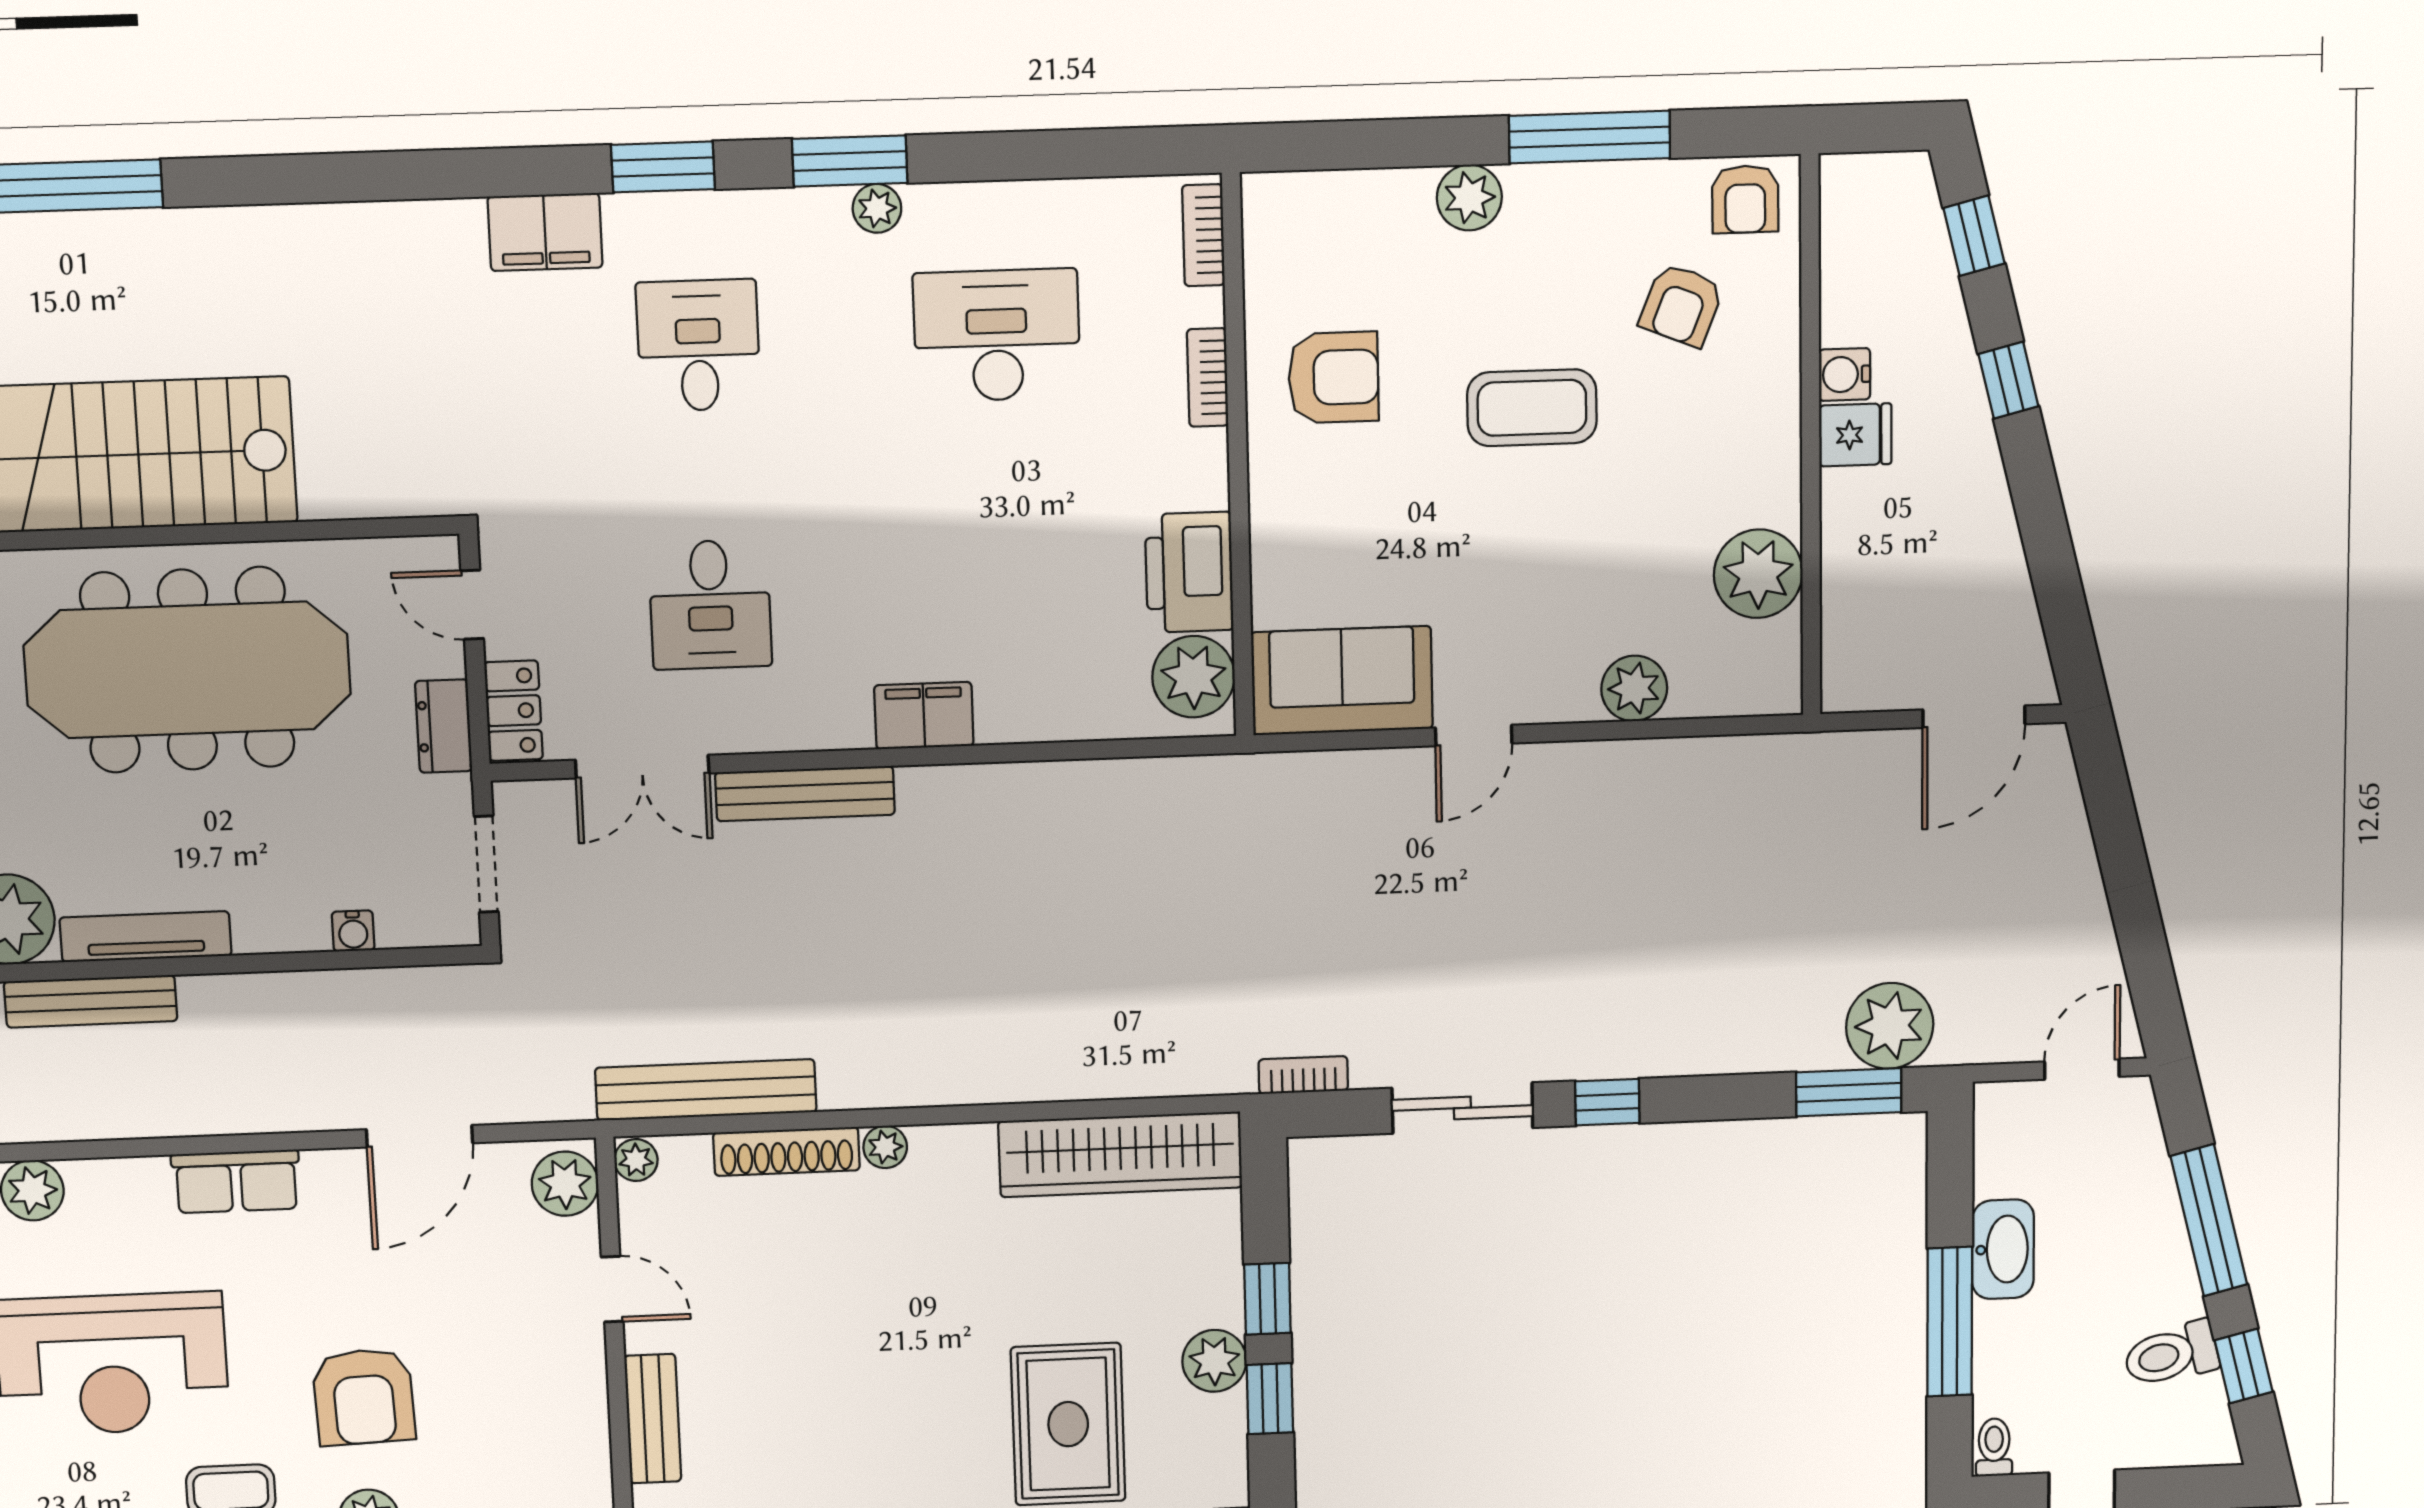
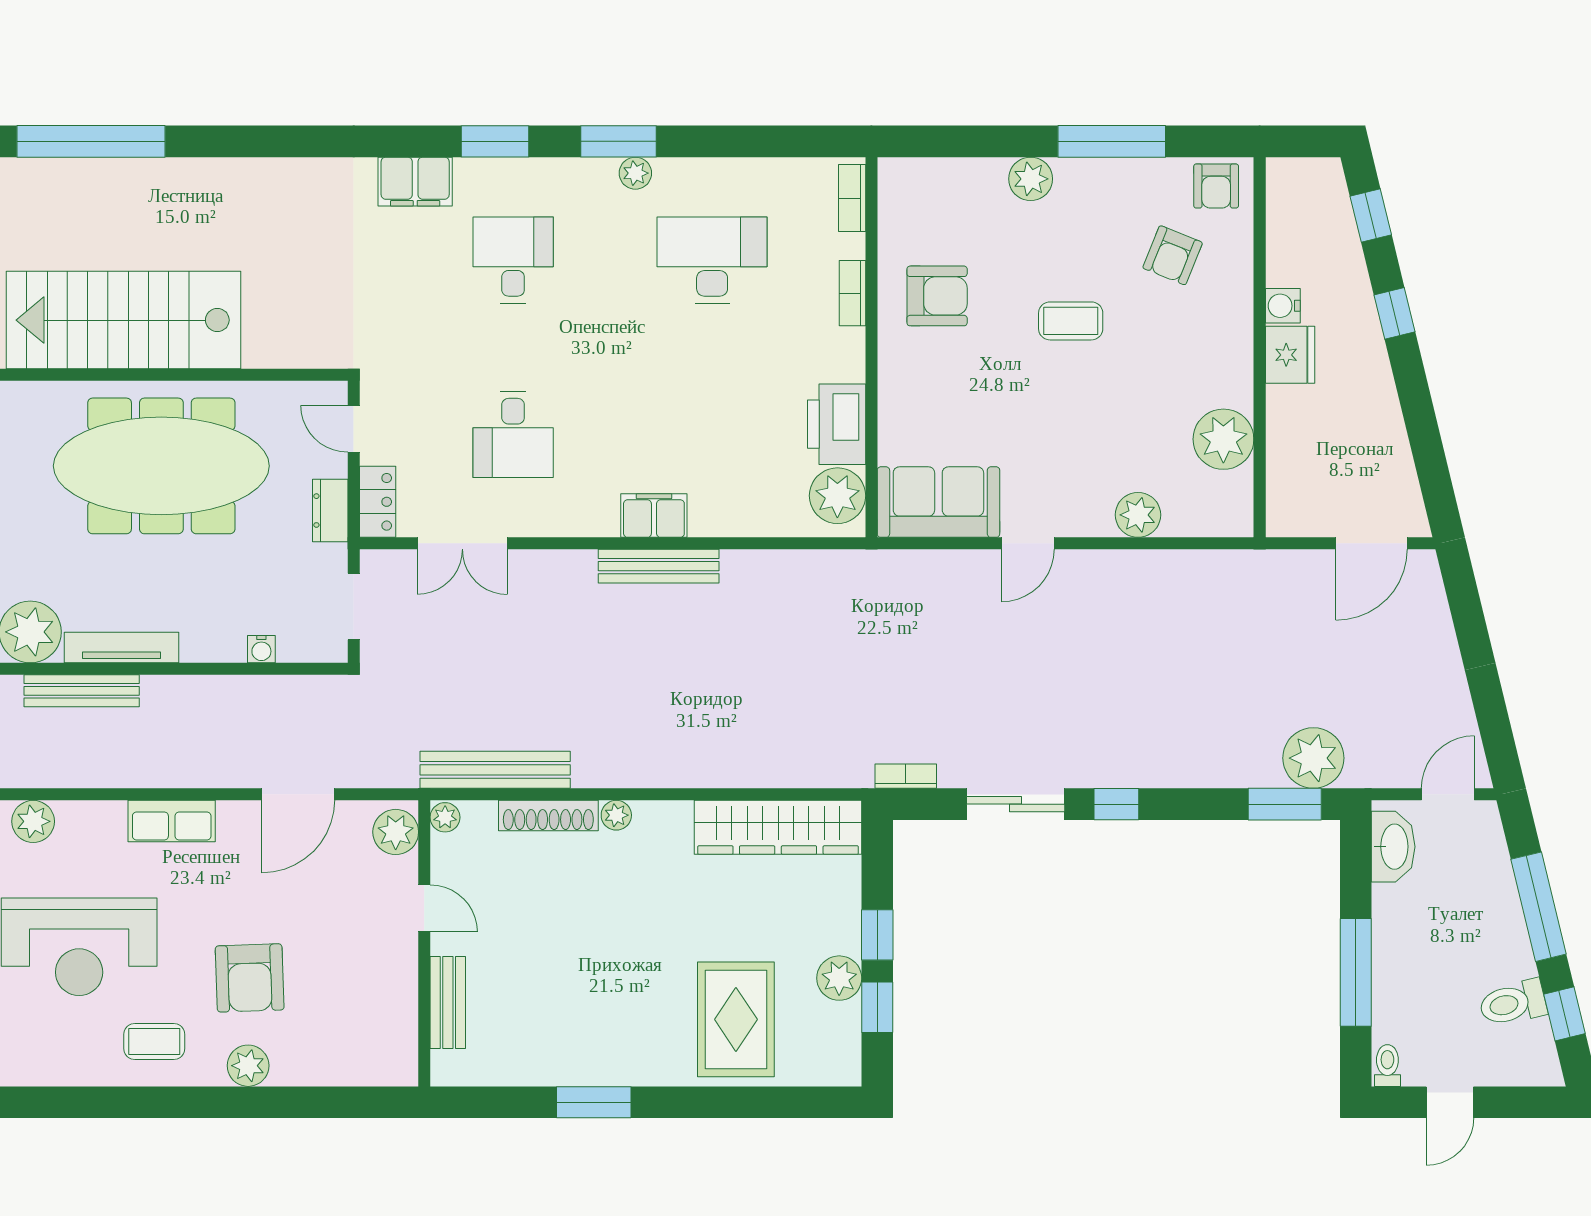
coffee table: (1532, 408) -> (1071, 321), width x0.73, depth x0.77
fridge: (1855, 435) -> (1290, 355), width x1.38
bench: (805, 794) -> (659, 566), moved
washbasin: (2003, 1249) -> (1393, 847), moved

